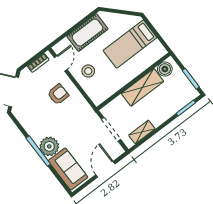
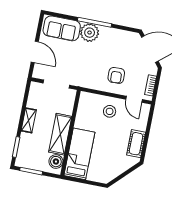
cot: (87, 33) -> (136, 144), width x0.73, depth x0.75
bed: (130, 44) -> (79, 154), moved
shelving: (142, 132) -> (29, 120), moved

